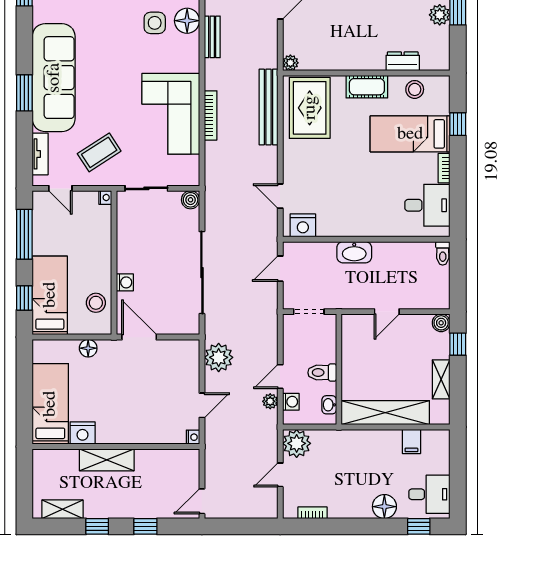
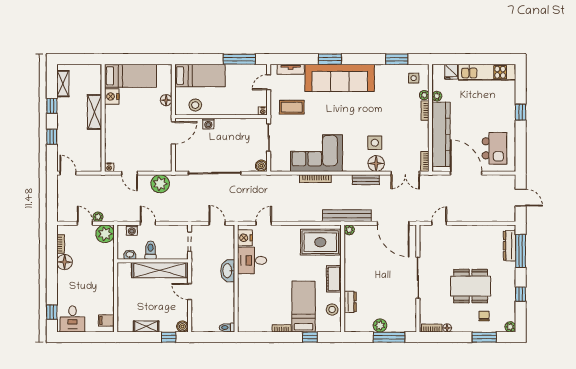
bench: (268, 107) -> (347, 216), moved
coffee table: (99, 152) -> (292, 107), turned -57
desk: (427, 205) -> (252, 260), moved, turned 90
window: (24, 298) -> (198, 59), removed
plant: (270, 401) -> (98, 217), moved
shelving: (385, 413) -> (160, 270), moved, turned 90
filing cabinet: (411, 441) -> (106, 320), moved
floor lamp: (384, 507) -> (65, 262), moved

